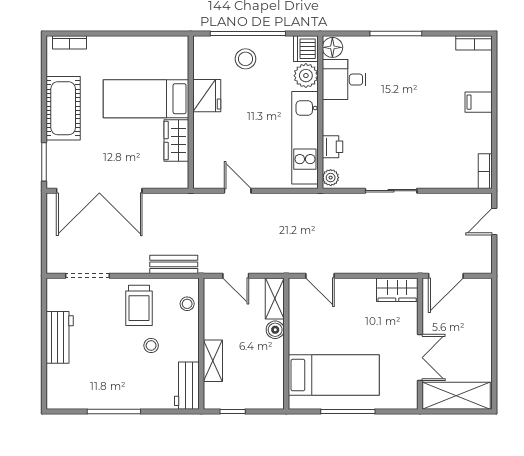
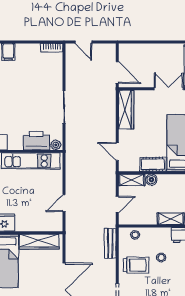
wardrobe: (176, 140) -> (39, 242), width x1.50
printer: (332, 147) -> (36, 141), width x1.87, depth x1.48
door: (320, 276) -> (117, 152), swing flipped
wardrobe: (397, 290) -> (126, 109), width x1.50
cot: (300, 332) -> (153, 164), added

